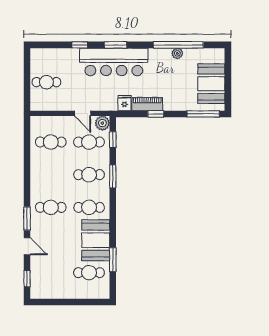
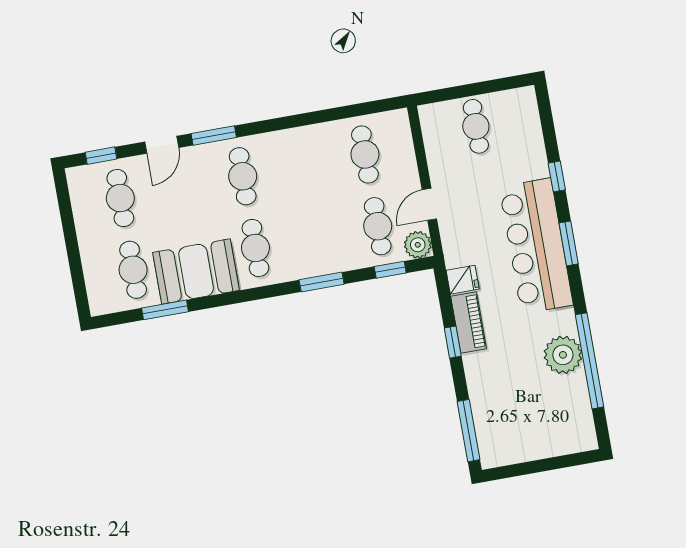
plant: (177, 53) -> (563, 355), width x1.88, depth x1.88
booth: (211, 84) -> (528, 436), removed
cafe table: (89, 175) -> (120, 198), moved

